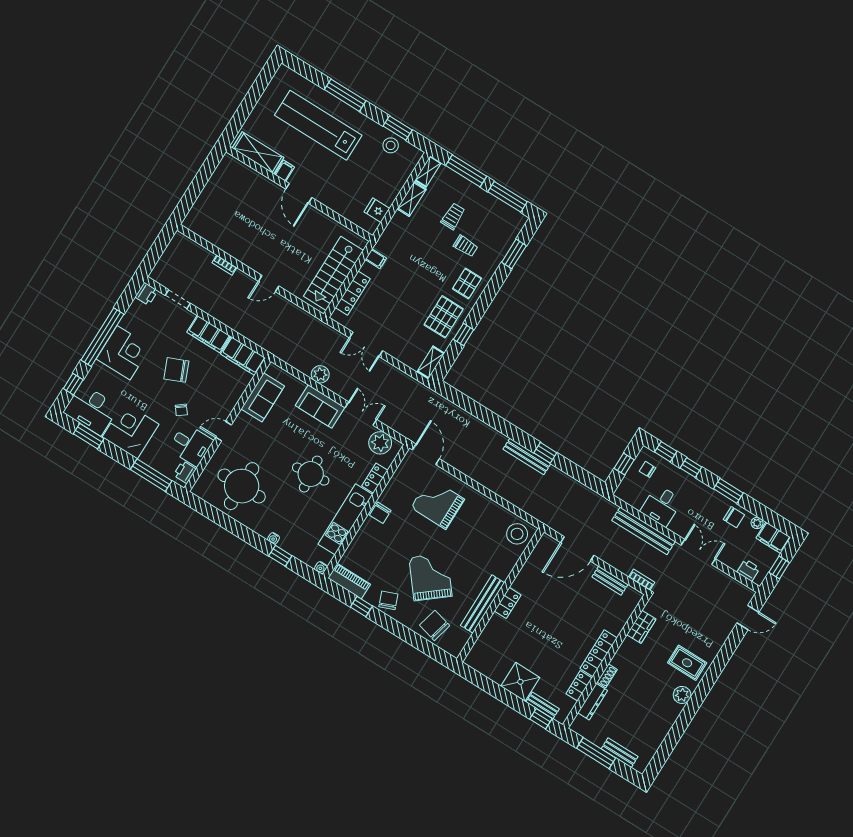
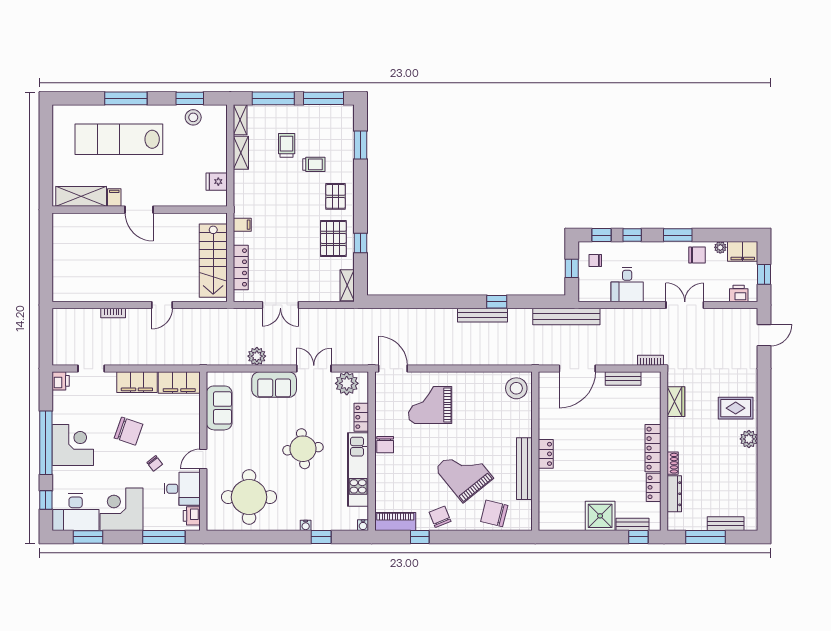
chair: (176, 370) -> (128, 431), turned -138
bench: (644, 531) -> (566, 316), moved

